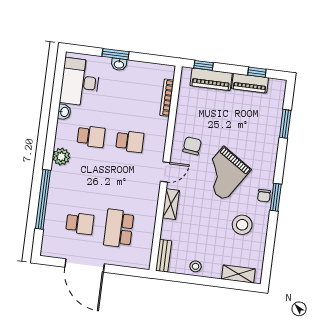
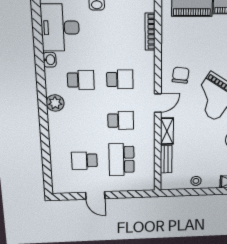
school desk: (124, 185) -> (121, 120), added
window: (43, 199) -> (45, 144), removed
school desk: (80, 223) -> (84, 161), turned 180
bench: (164, 256) -> (166, 159), moved
door: (85, 266) -> (95, 195), width x0.53

